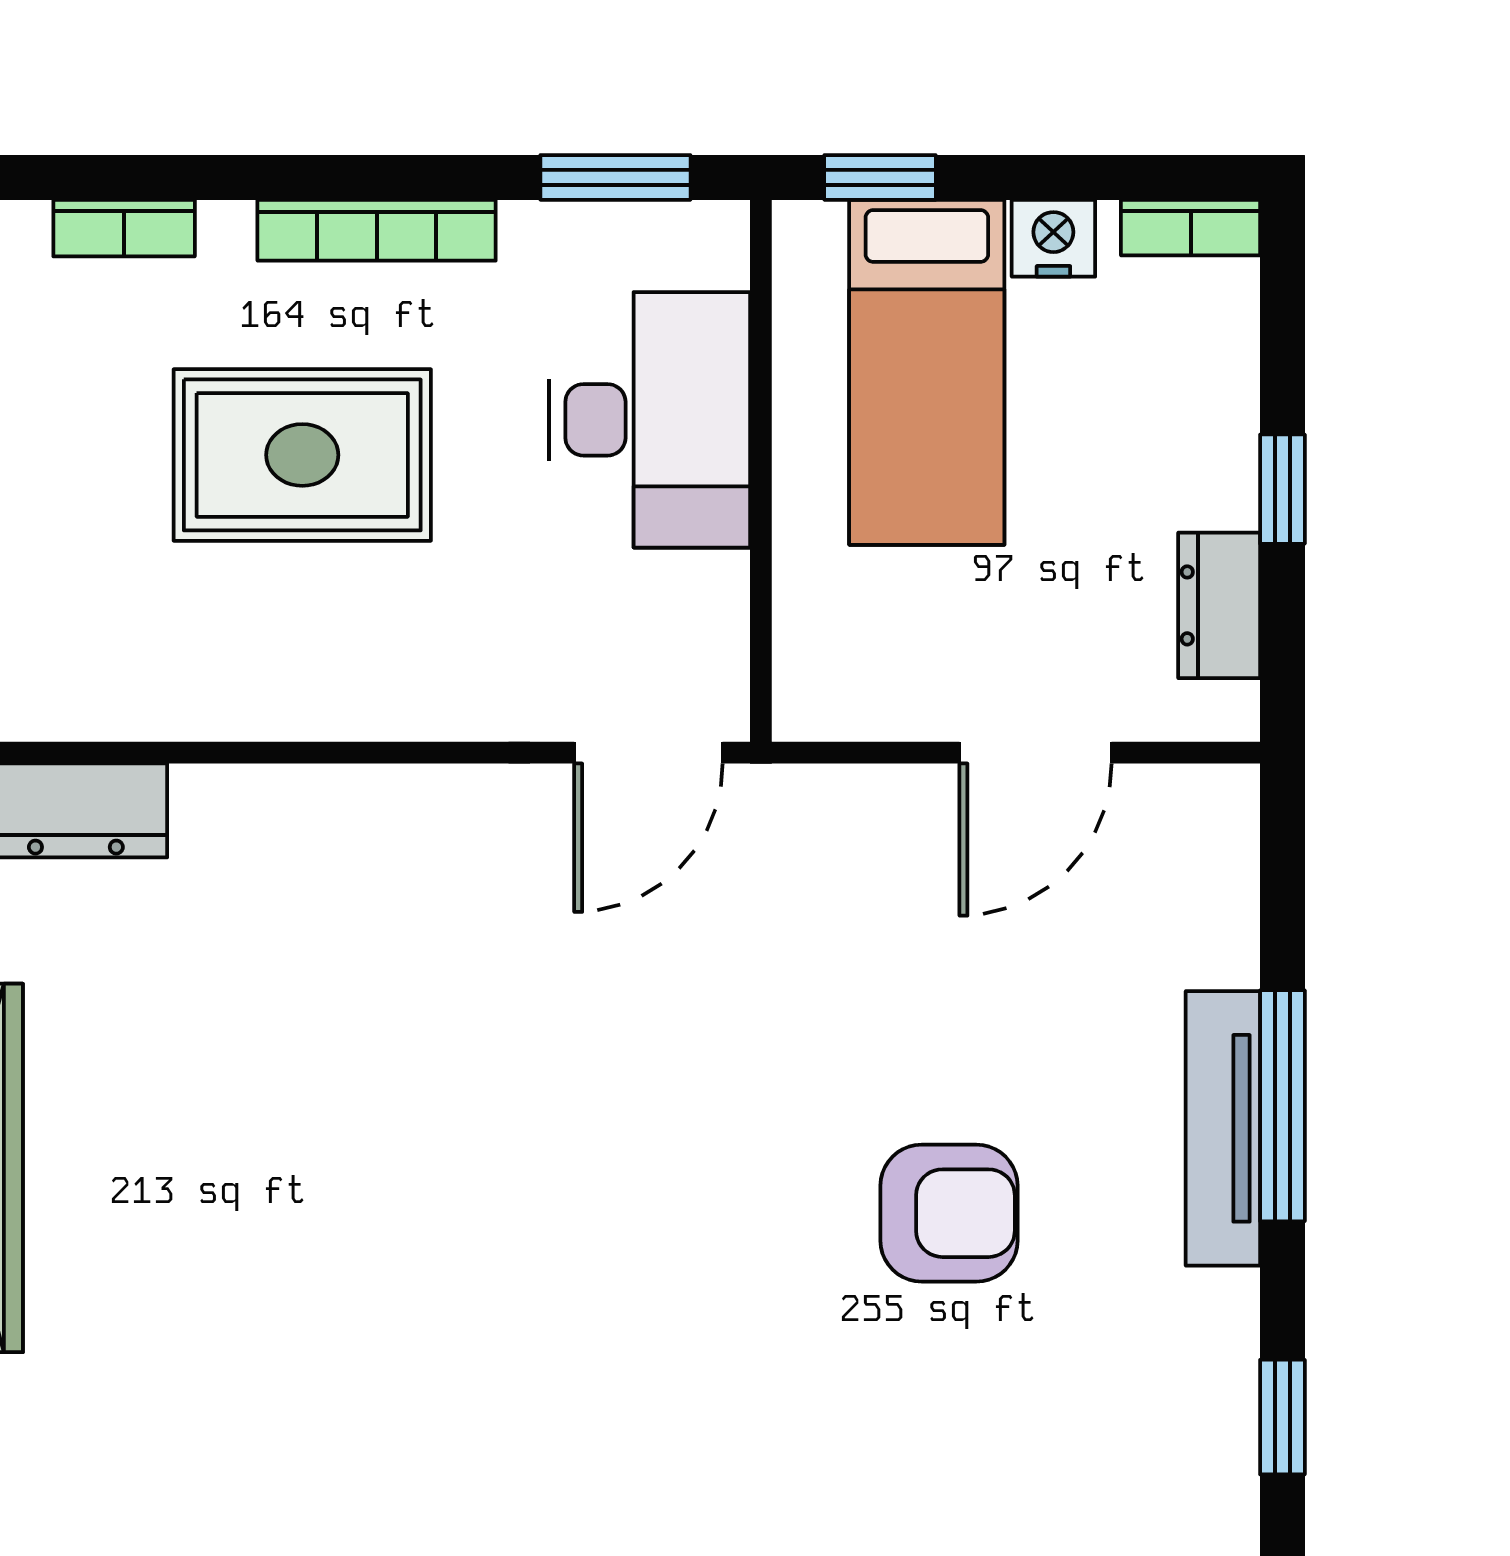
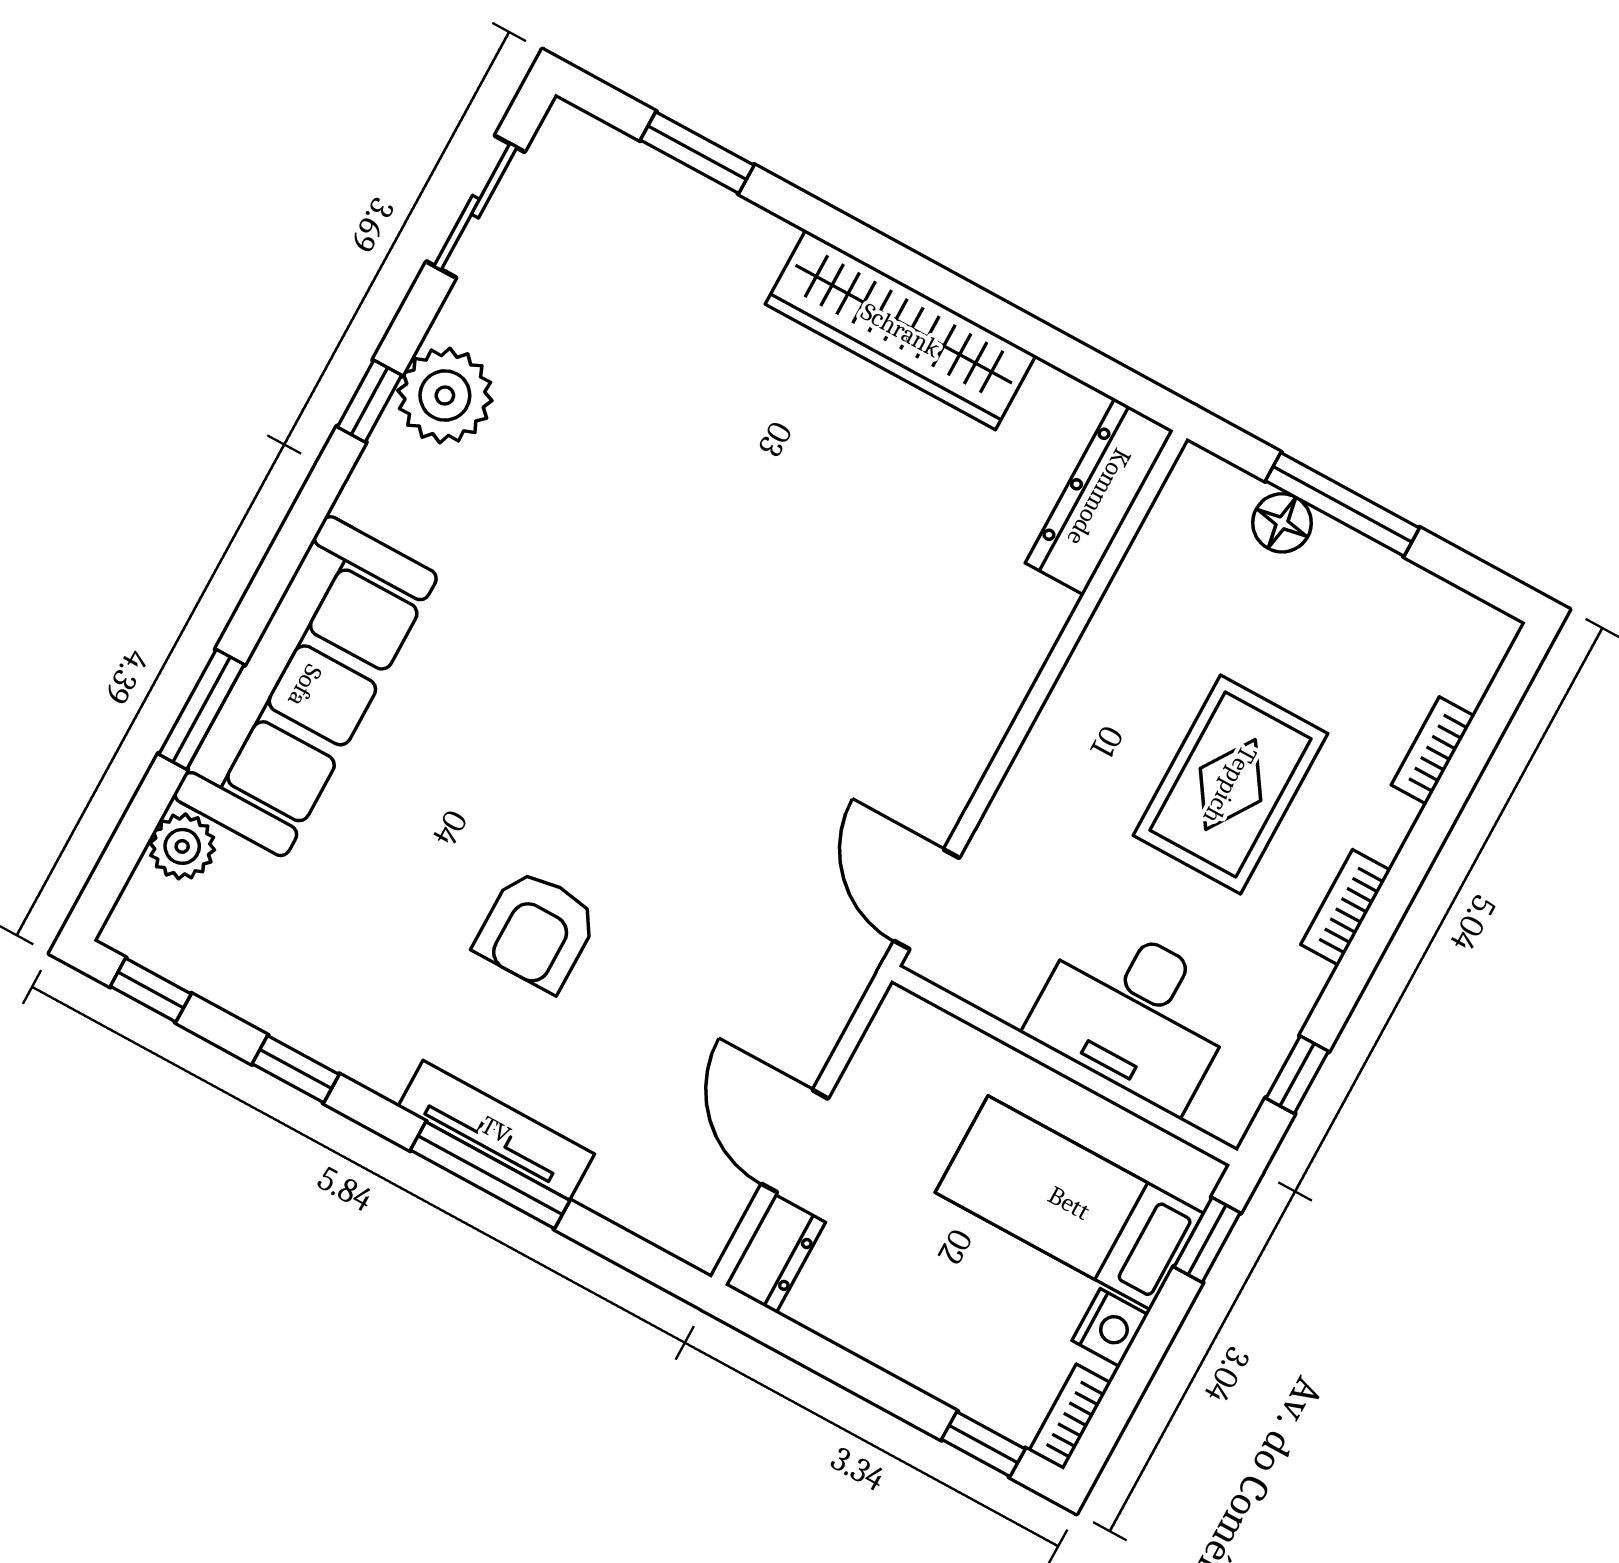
window: (615, 177) -> (1297, 1075), width x0.67
bookcase: (377, 230) -> (1346, 907), width x0.64
window: (1282, 489) -> (983, 1444), moved
dresser: (1219, 605) -> (775, 1254), moved, turned 90

